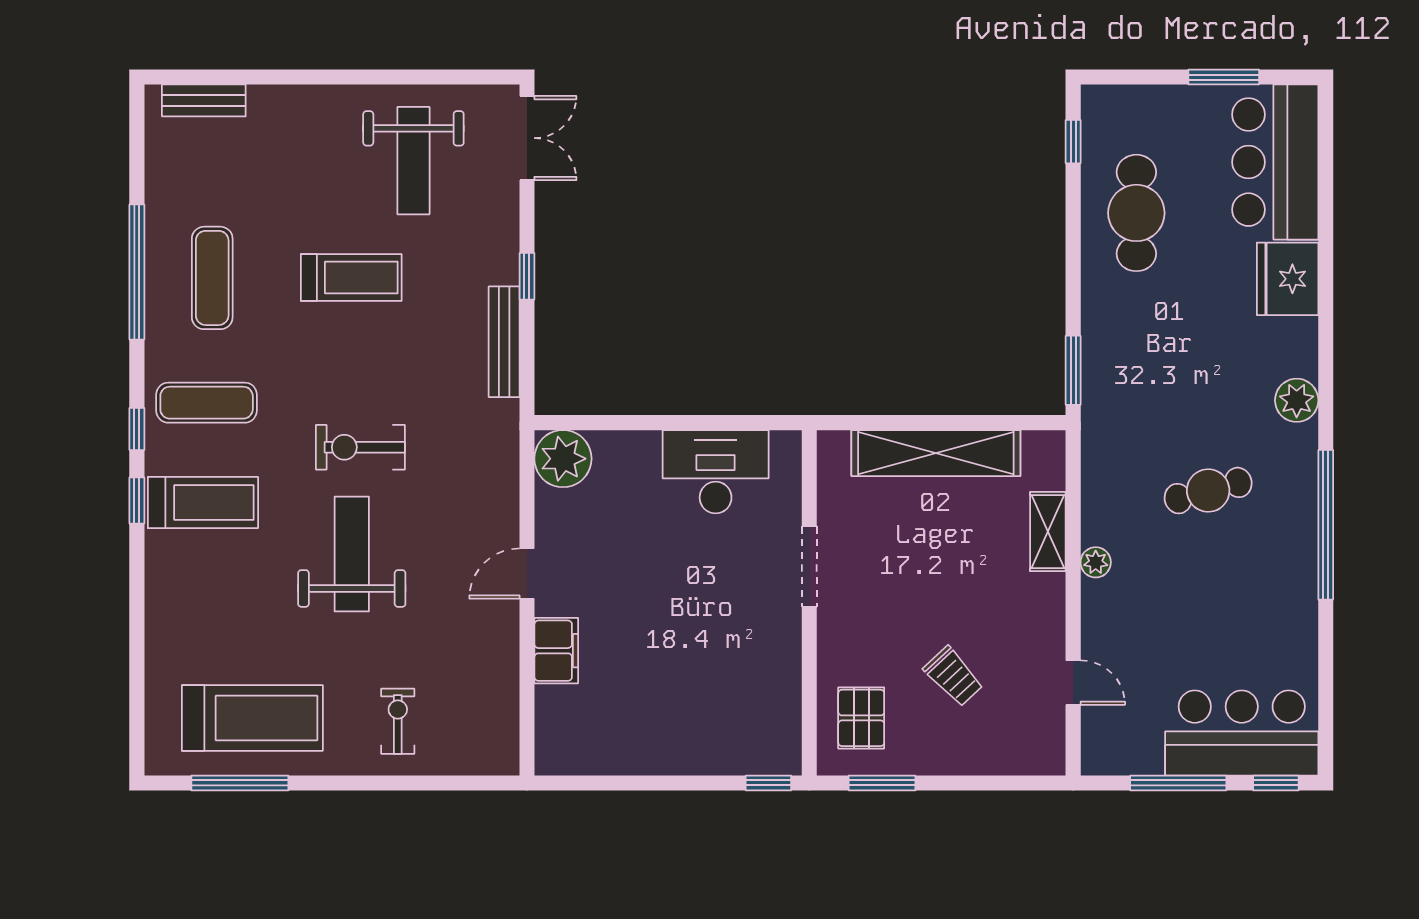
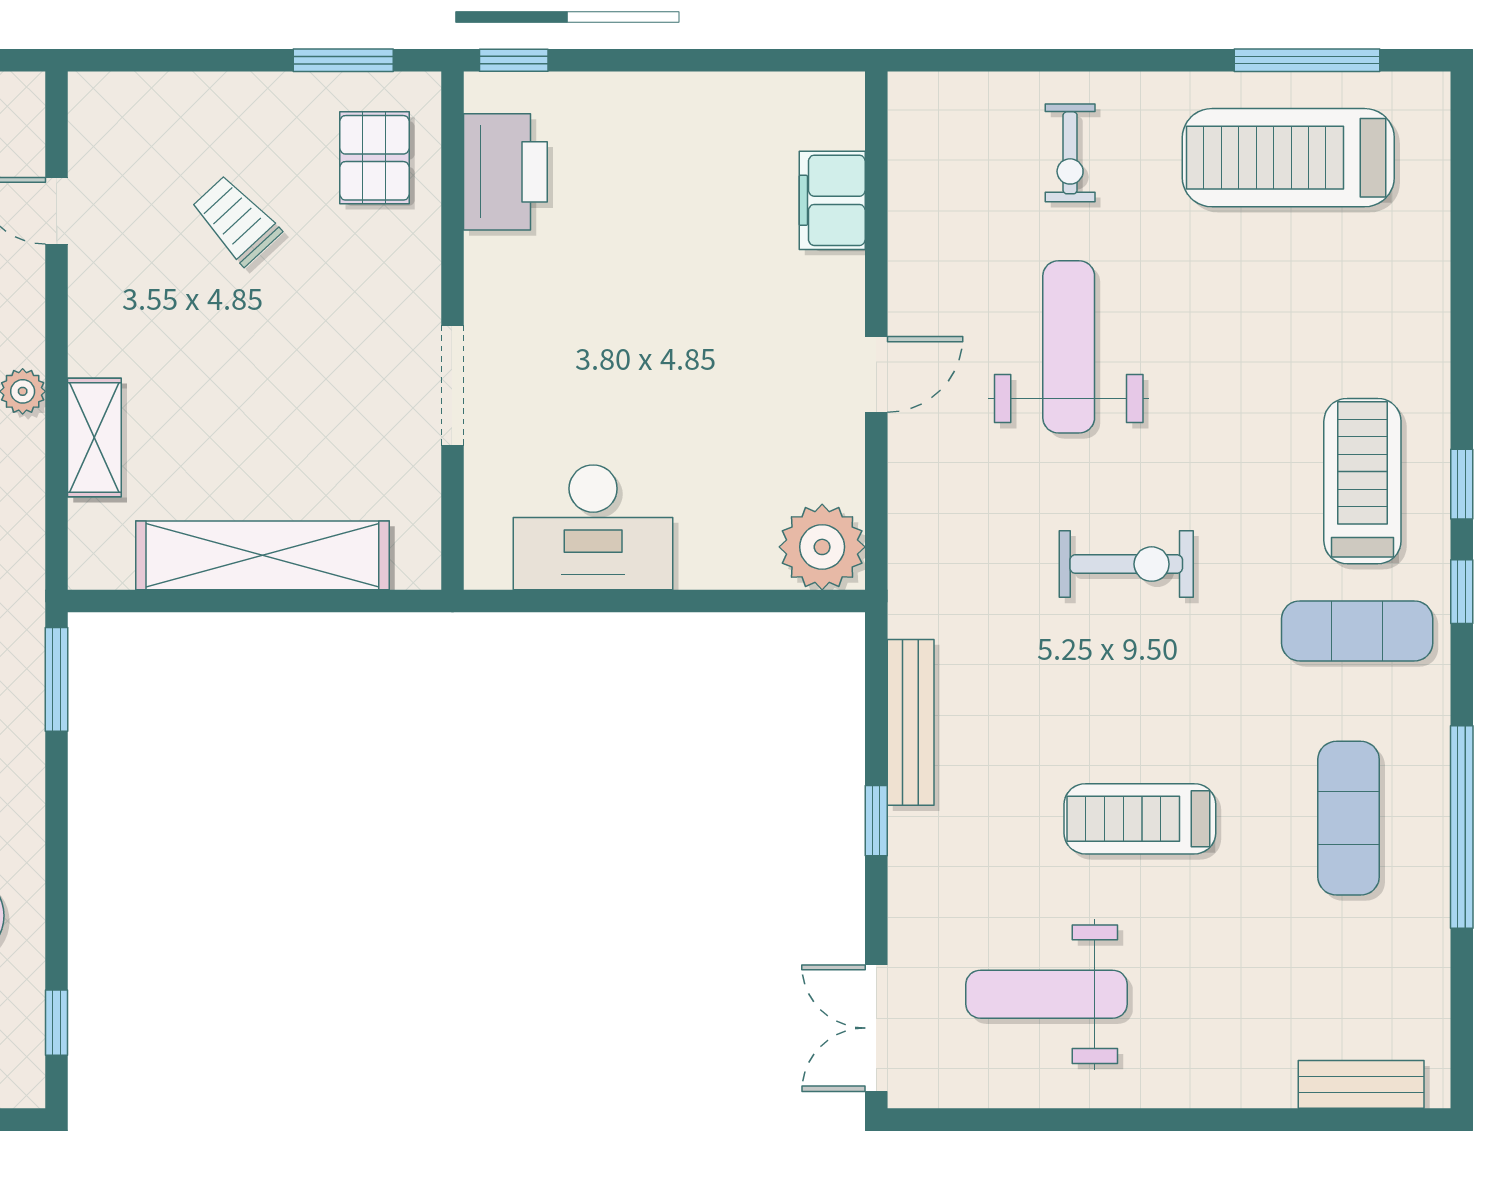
weight bench: (413, 161) -> (1047, 994), turned -90
treadmill: (203, 503) -> (1362, 481), turned 90
weight bench: (352, 554) -> (1069, 347), moved, turned 180
filing cabinet: (556, 651) -> (832, 200), moved
printer: (774, 709) -> (505, 172), added

